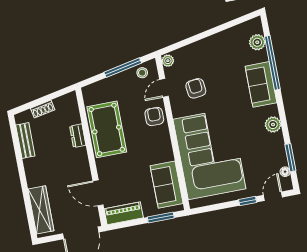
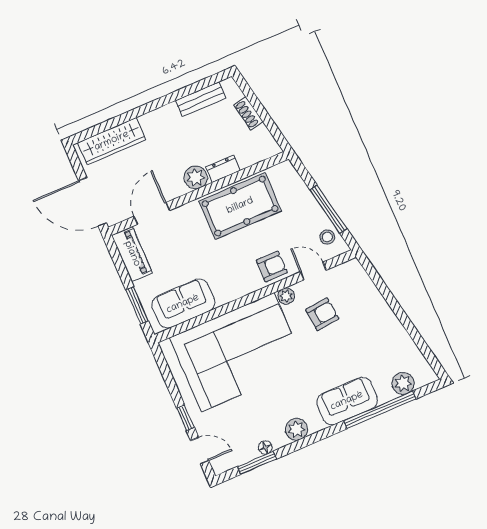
plant: (168, 61) -> (286, 296), moved
plant: (80, 156) -> (196, 177), added
floor lamp: (285, 172) -> (265, 447), moved

